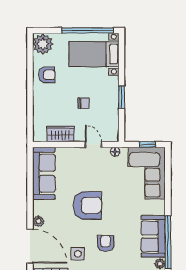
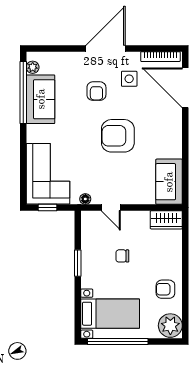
wardrobe: (60, 134) -> (166, 220), moved
sofa: (44, 173) -> (169, 182), width x0.73
plant: (38, 221) -> (176, 117), removed

